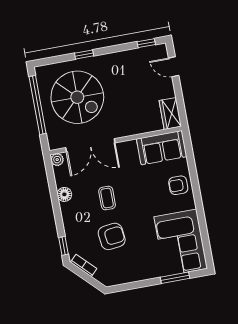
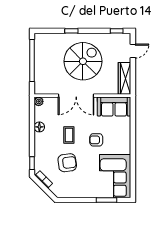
door: (174, 67) -> (133, 51), swing flipped
spiral stairs: (77, 97) -> (83, 61), moved, turned -90
wardrobe: (170, 114) -> (124, 78), width x1.50
double door: (90, 145) -> (76, 96), moved
armchair: (178, 185) -> (96, 140), moved

